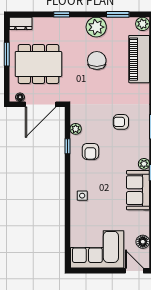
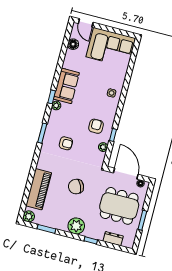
dresser: (21, 23) -> (113, 239), moved
plant: (96, 27) -> (76, 226), moved
chair: (97, 60) -> (76, 187), moved, turned 66
door: (41, 104) -> (126, 174), hinge flipped

